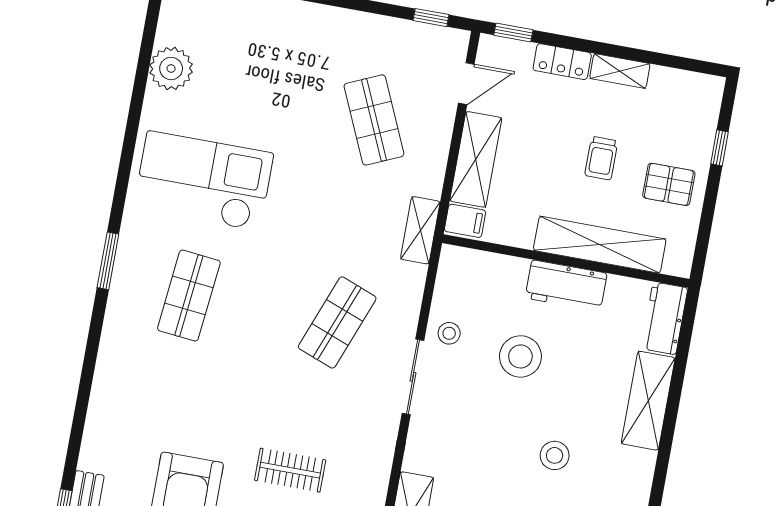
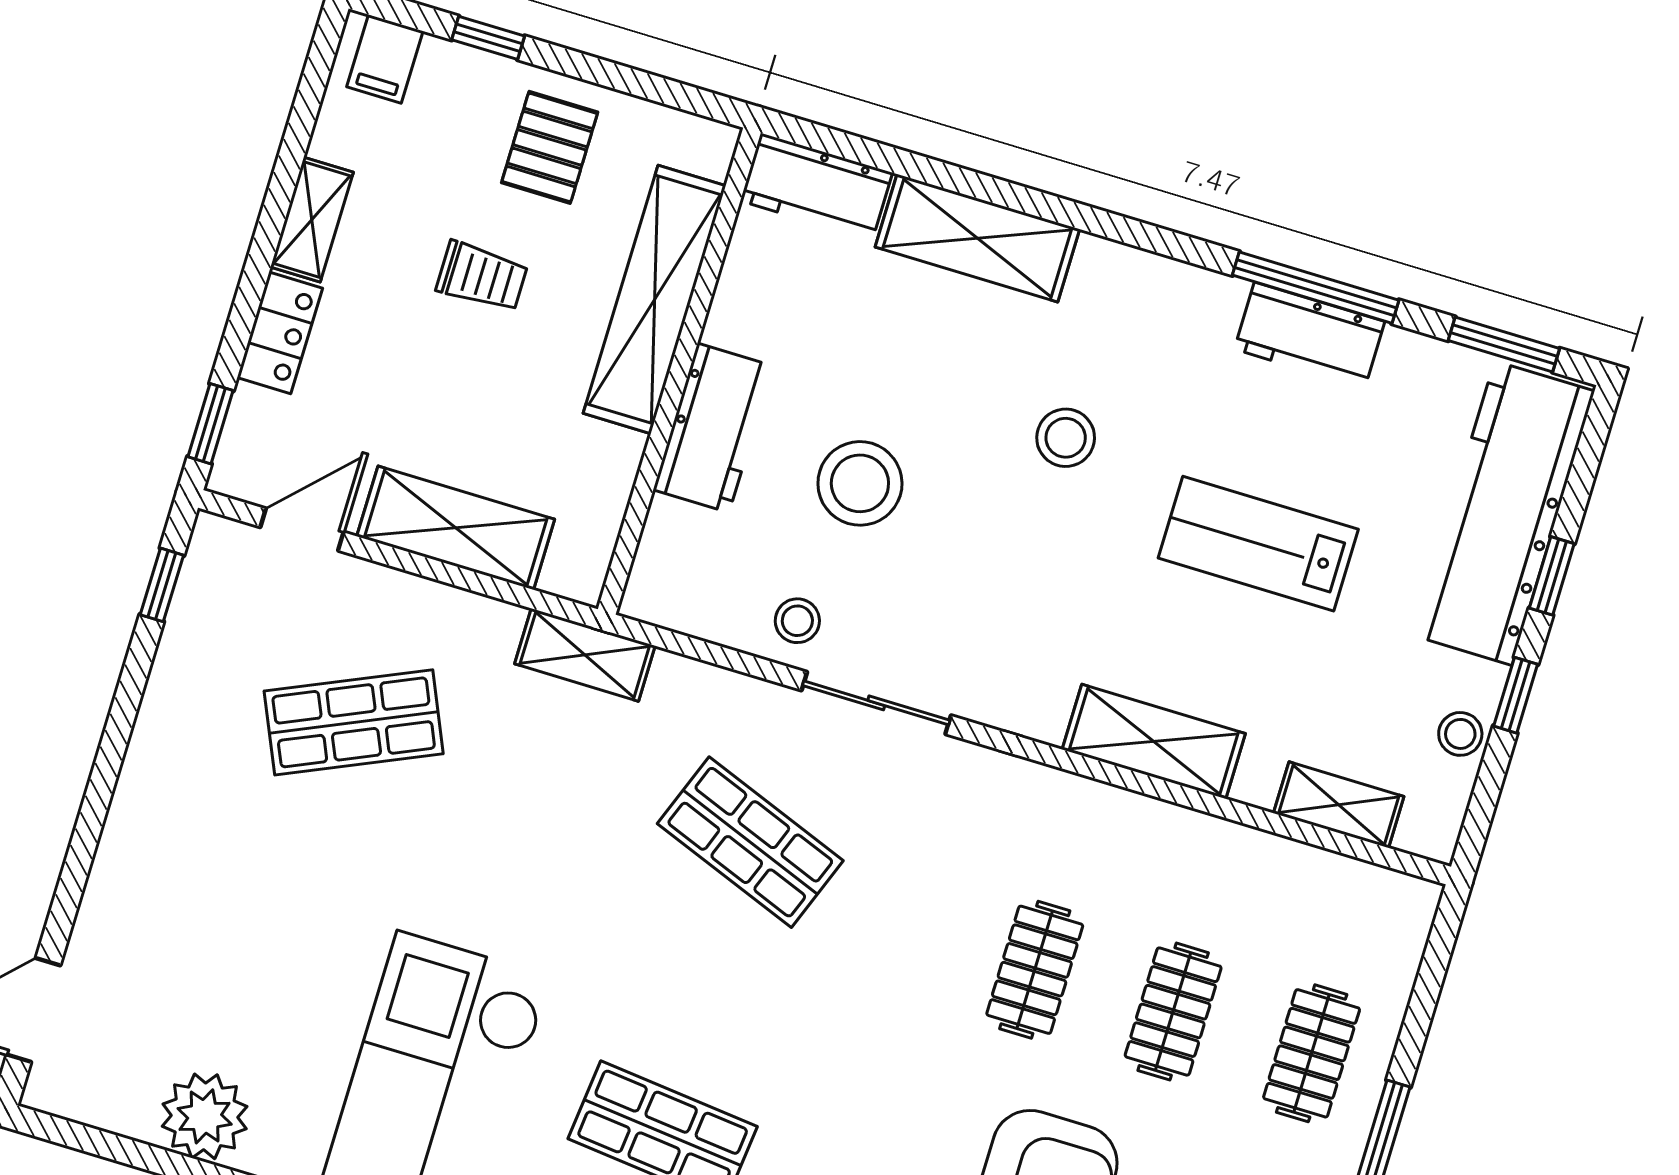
door: (466, 84) -> (302, 530), hinge flipped
filing cabinet: (465, 221) -> (385, 59), moved, turned 180
workbench: (566, 286) -> (713, 428), moved

